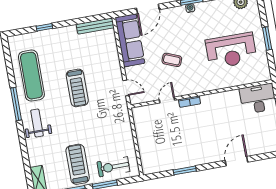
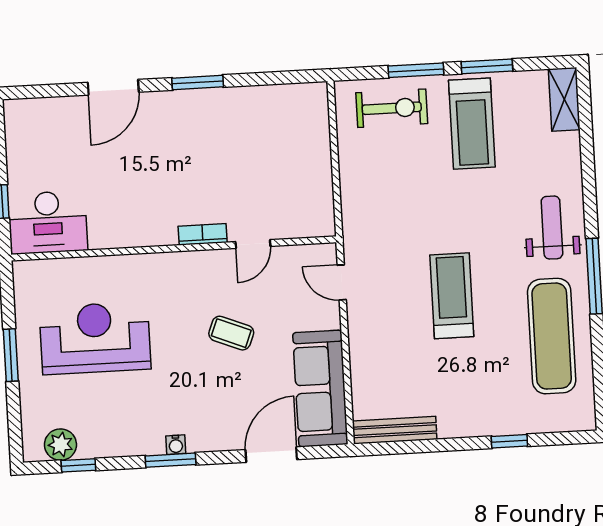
weight bench: (37, 123) -> (552, 228), turned 180
window: (185, 170) -> (198, 83), moved

